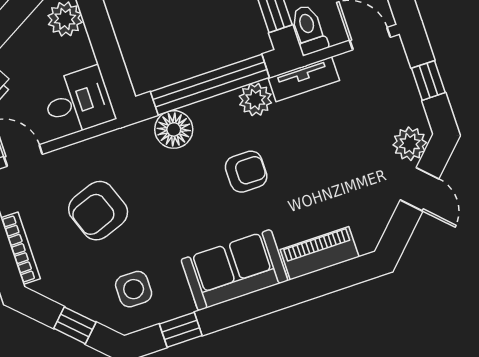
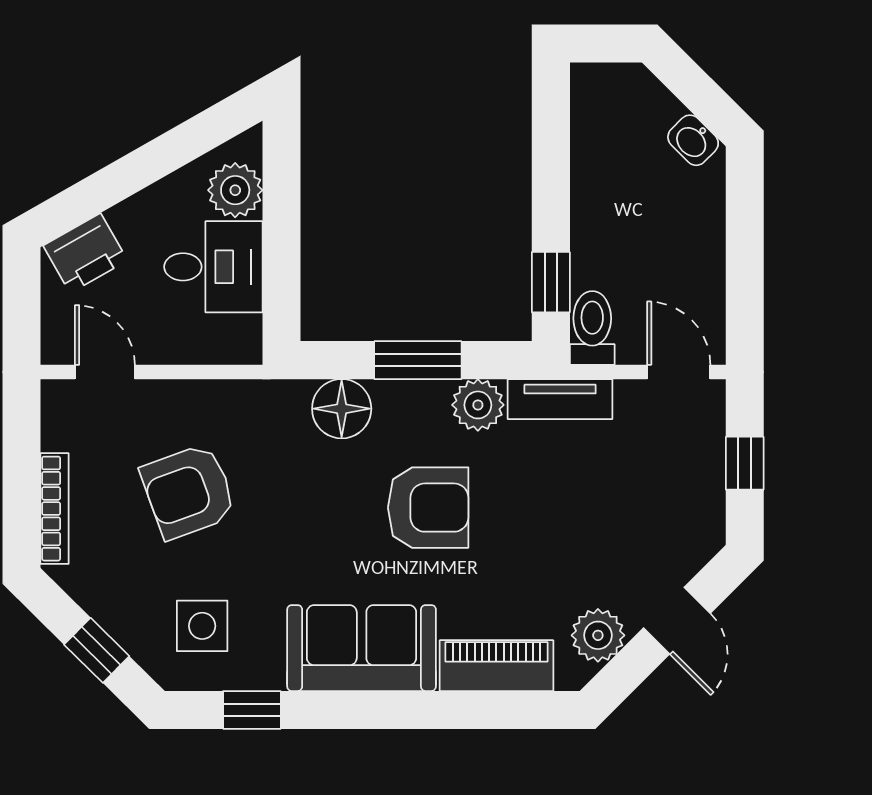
window: (210, 85) -> (418, 360), width x0.47
desk: (78, 101) -> (213, 267), moved
plant: (410, 144) -> (598, 635), moved
armchair: (246, 172) -> (428, 508), width x1.38, depth x1.38

